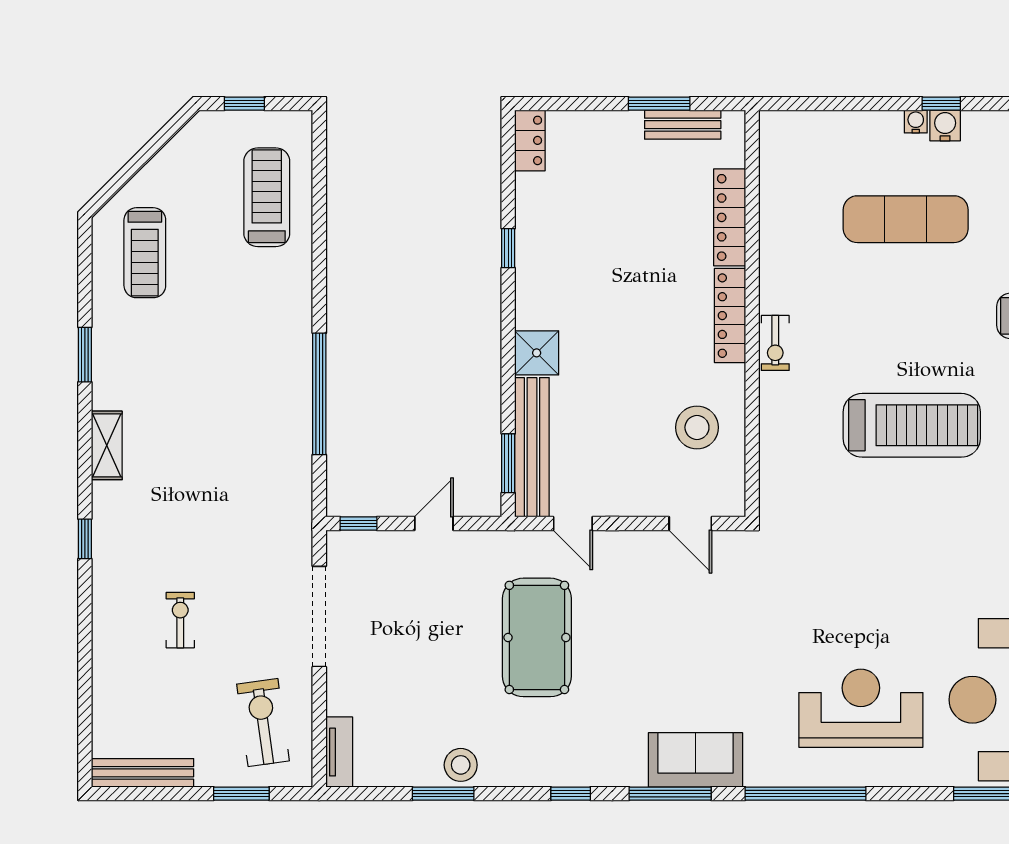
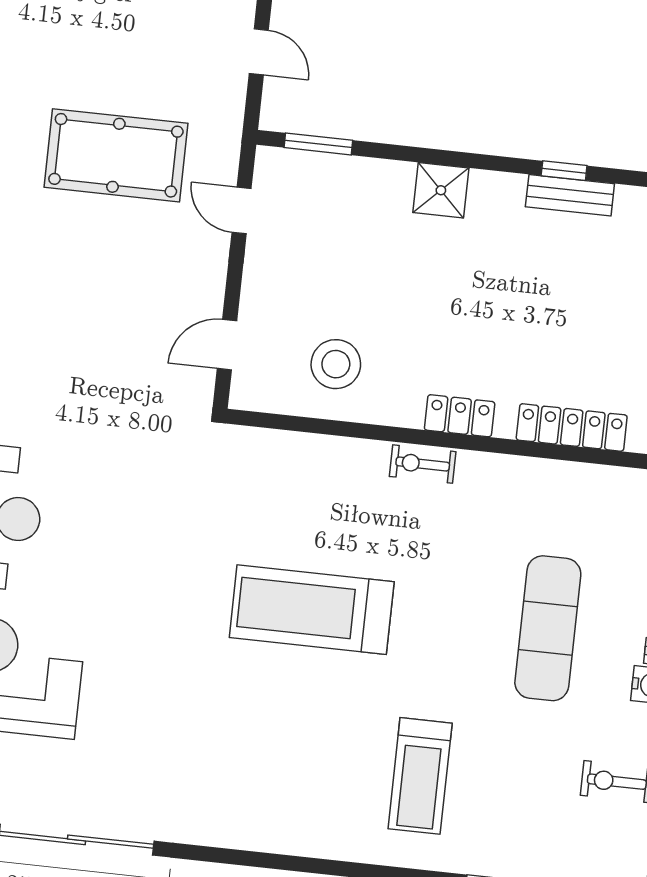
locker: (730, 316) -> (460, 416), width x0.66
treadmill: (912, 425) -> (312, 610), turned 90
bench: (532, 447) -> (570, 195), moved, width x0.54, depth x0.82
door: (573, 524) -> (242, 211), hinge flipped

